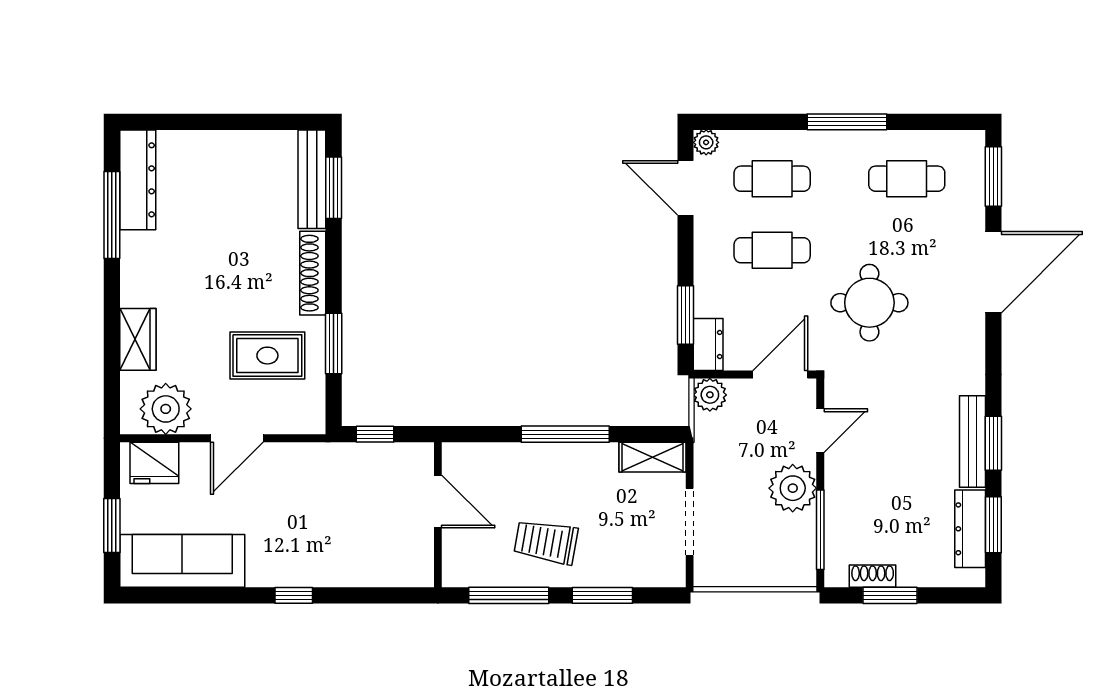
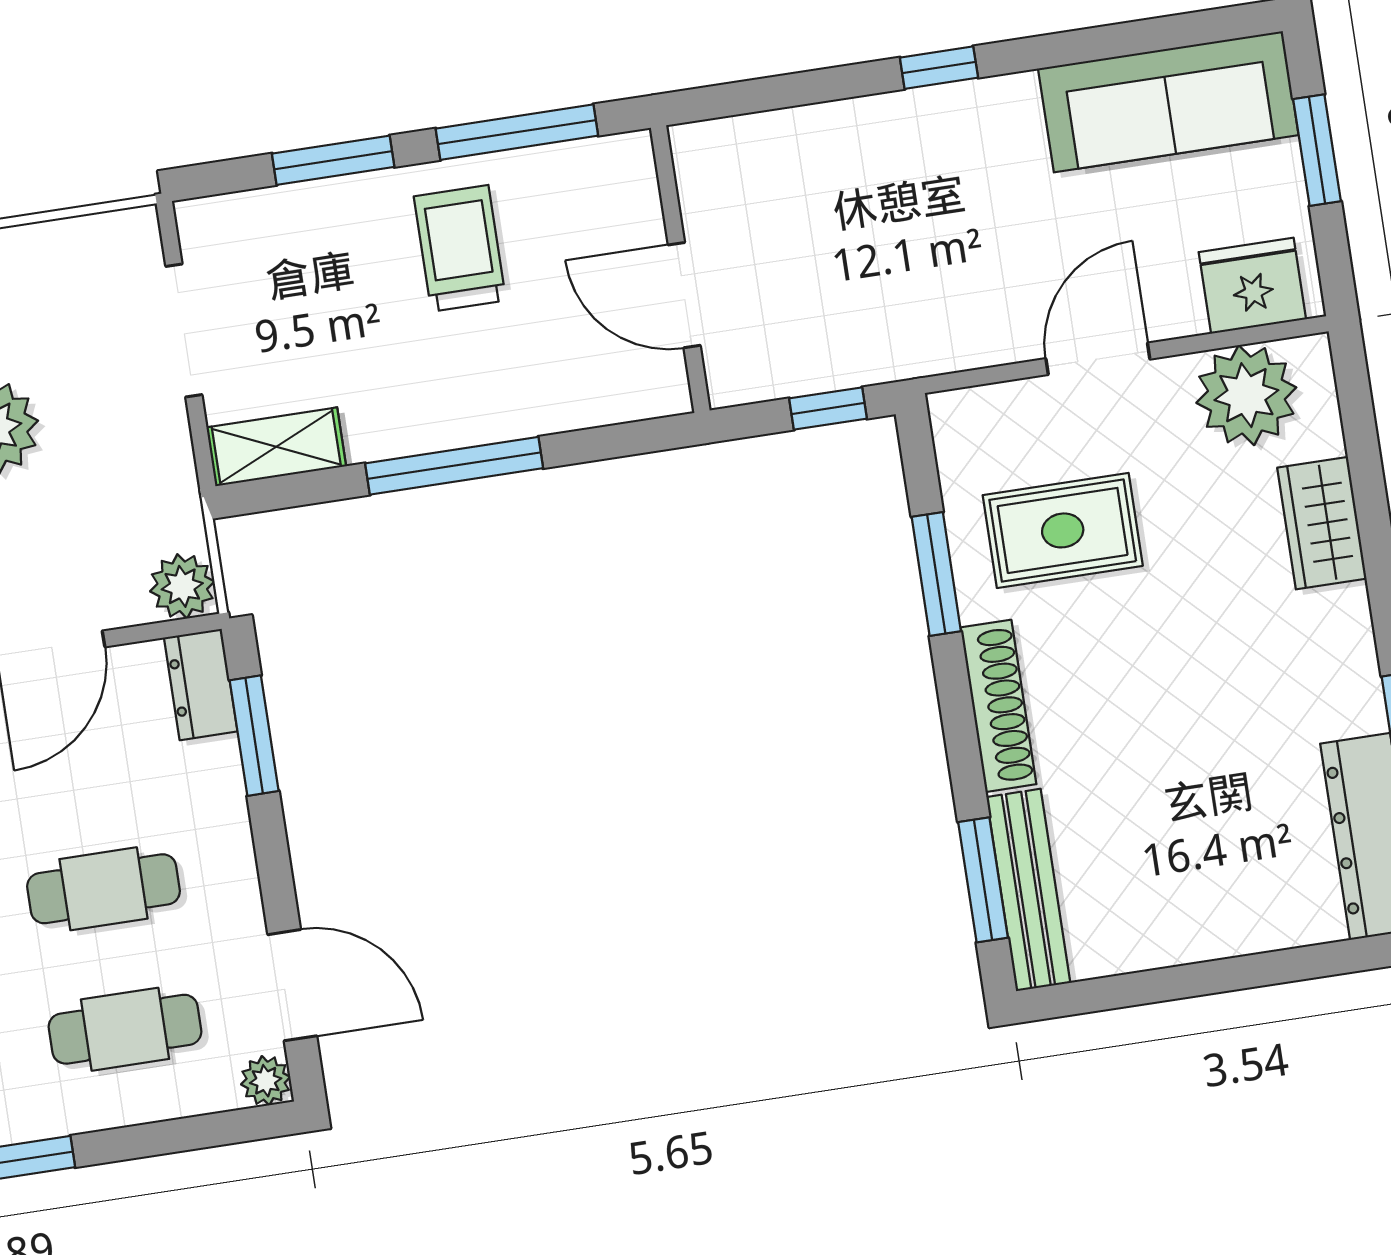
trolley: (546, 542) -> (460, 248), turned -100

